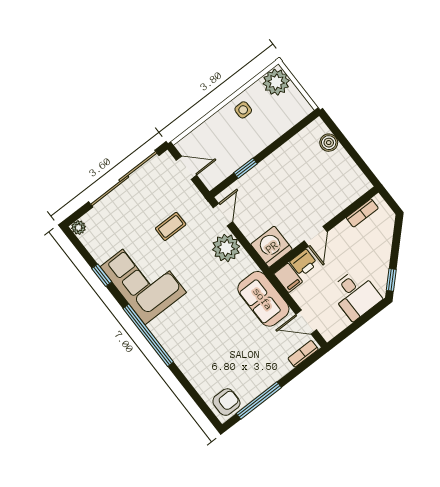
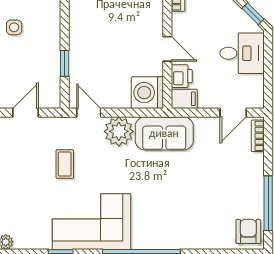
sofa: (263, 299) -> (164, 133), moved

